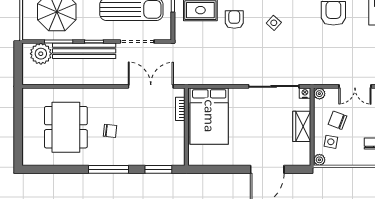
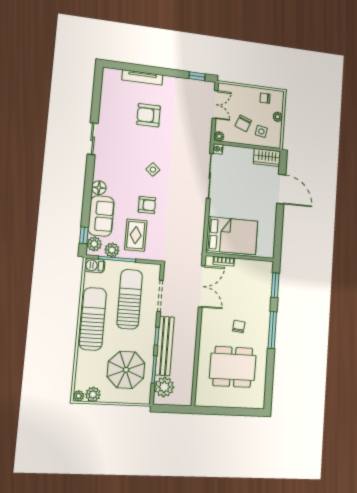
armchair: (234, 20) -> (147, 205), turned 180
double door: (151, 86) -> (202, 286), swing flipped
wardrobe: (302, 126) -> (267, 157), moved
plant: (319, 160) -> (278, 117), moved

